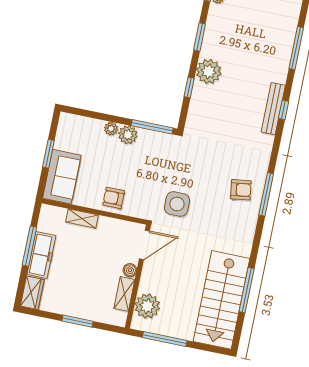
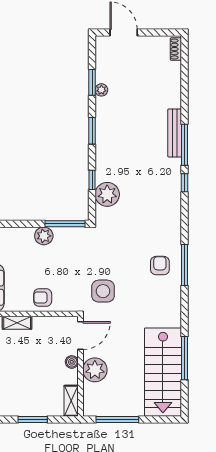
window: (296, 48) -> (185, 145), moved
plant: (209, 71) -> (107, 194), moved
bench: (273, 109) -> (175, 133), moved
plant: (111, 129) -> (27, 233), removed
armchair: (241, 190) -> (160, 266), turned -82
shelving: (124, 294) -> (71, 401), moved
plant: (147, 306) -> (95, 370), moved

